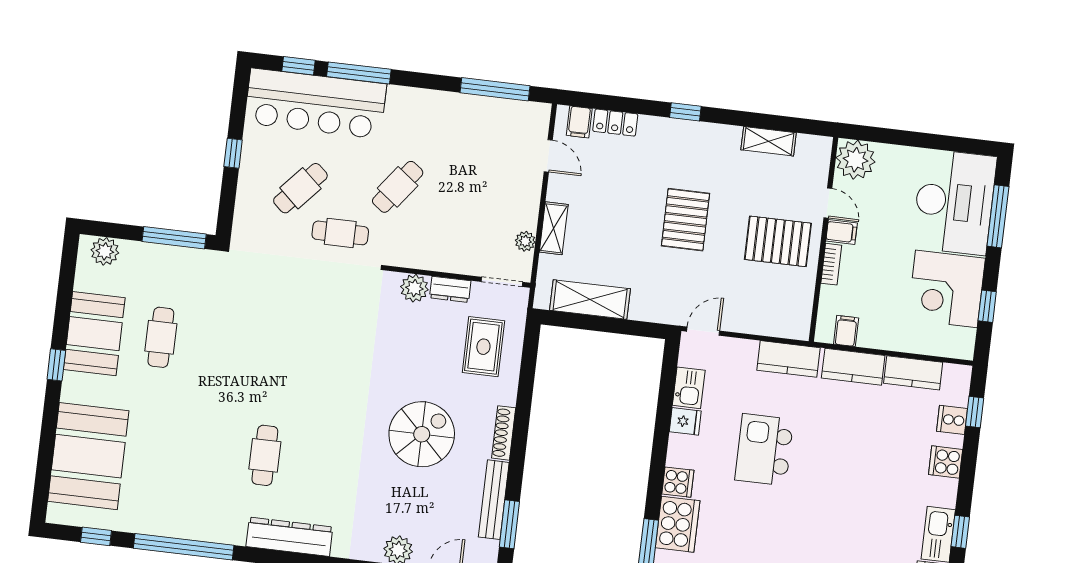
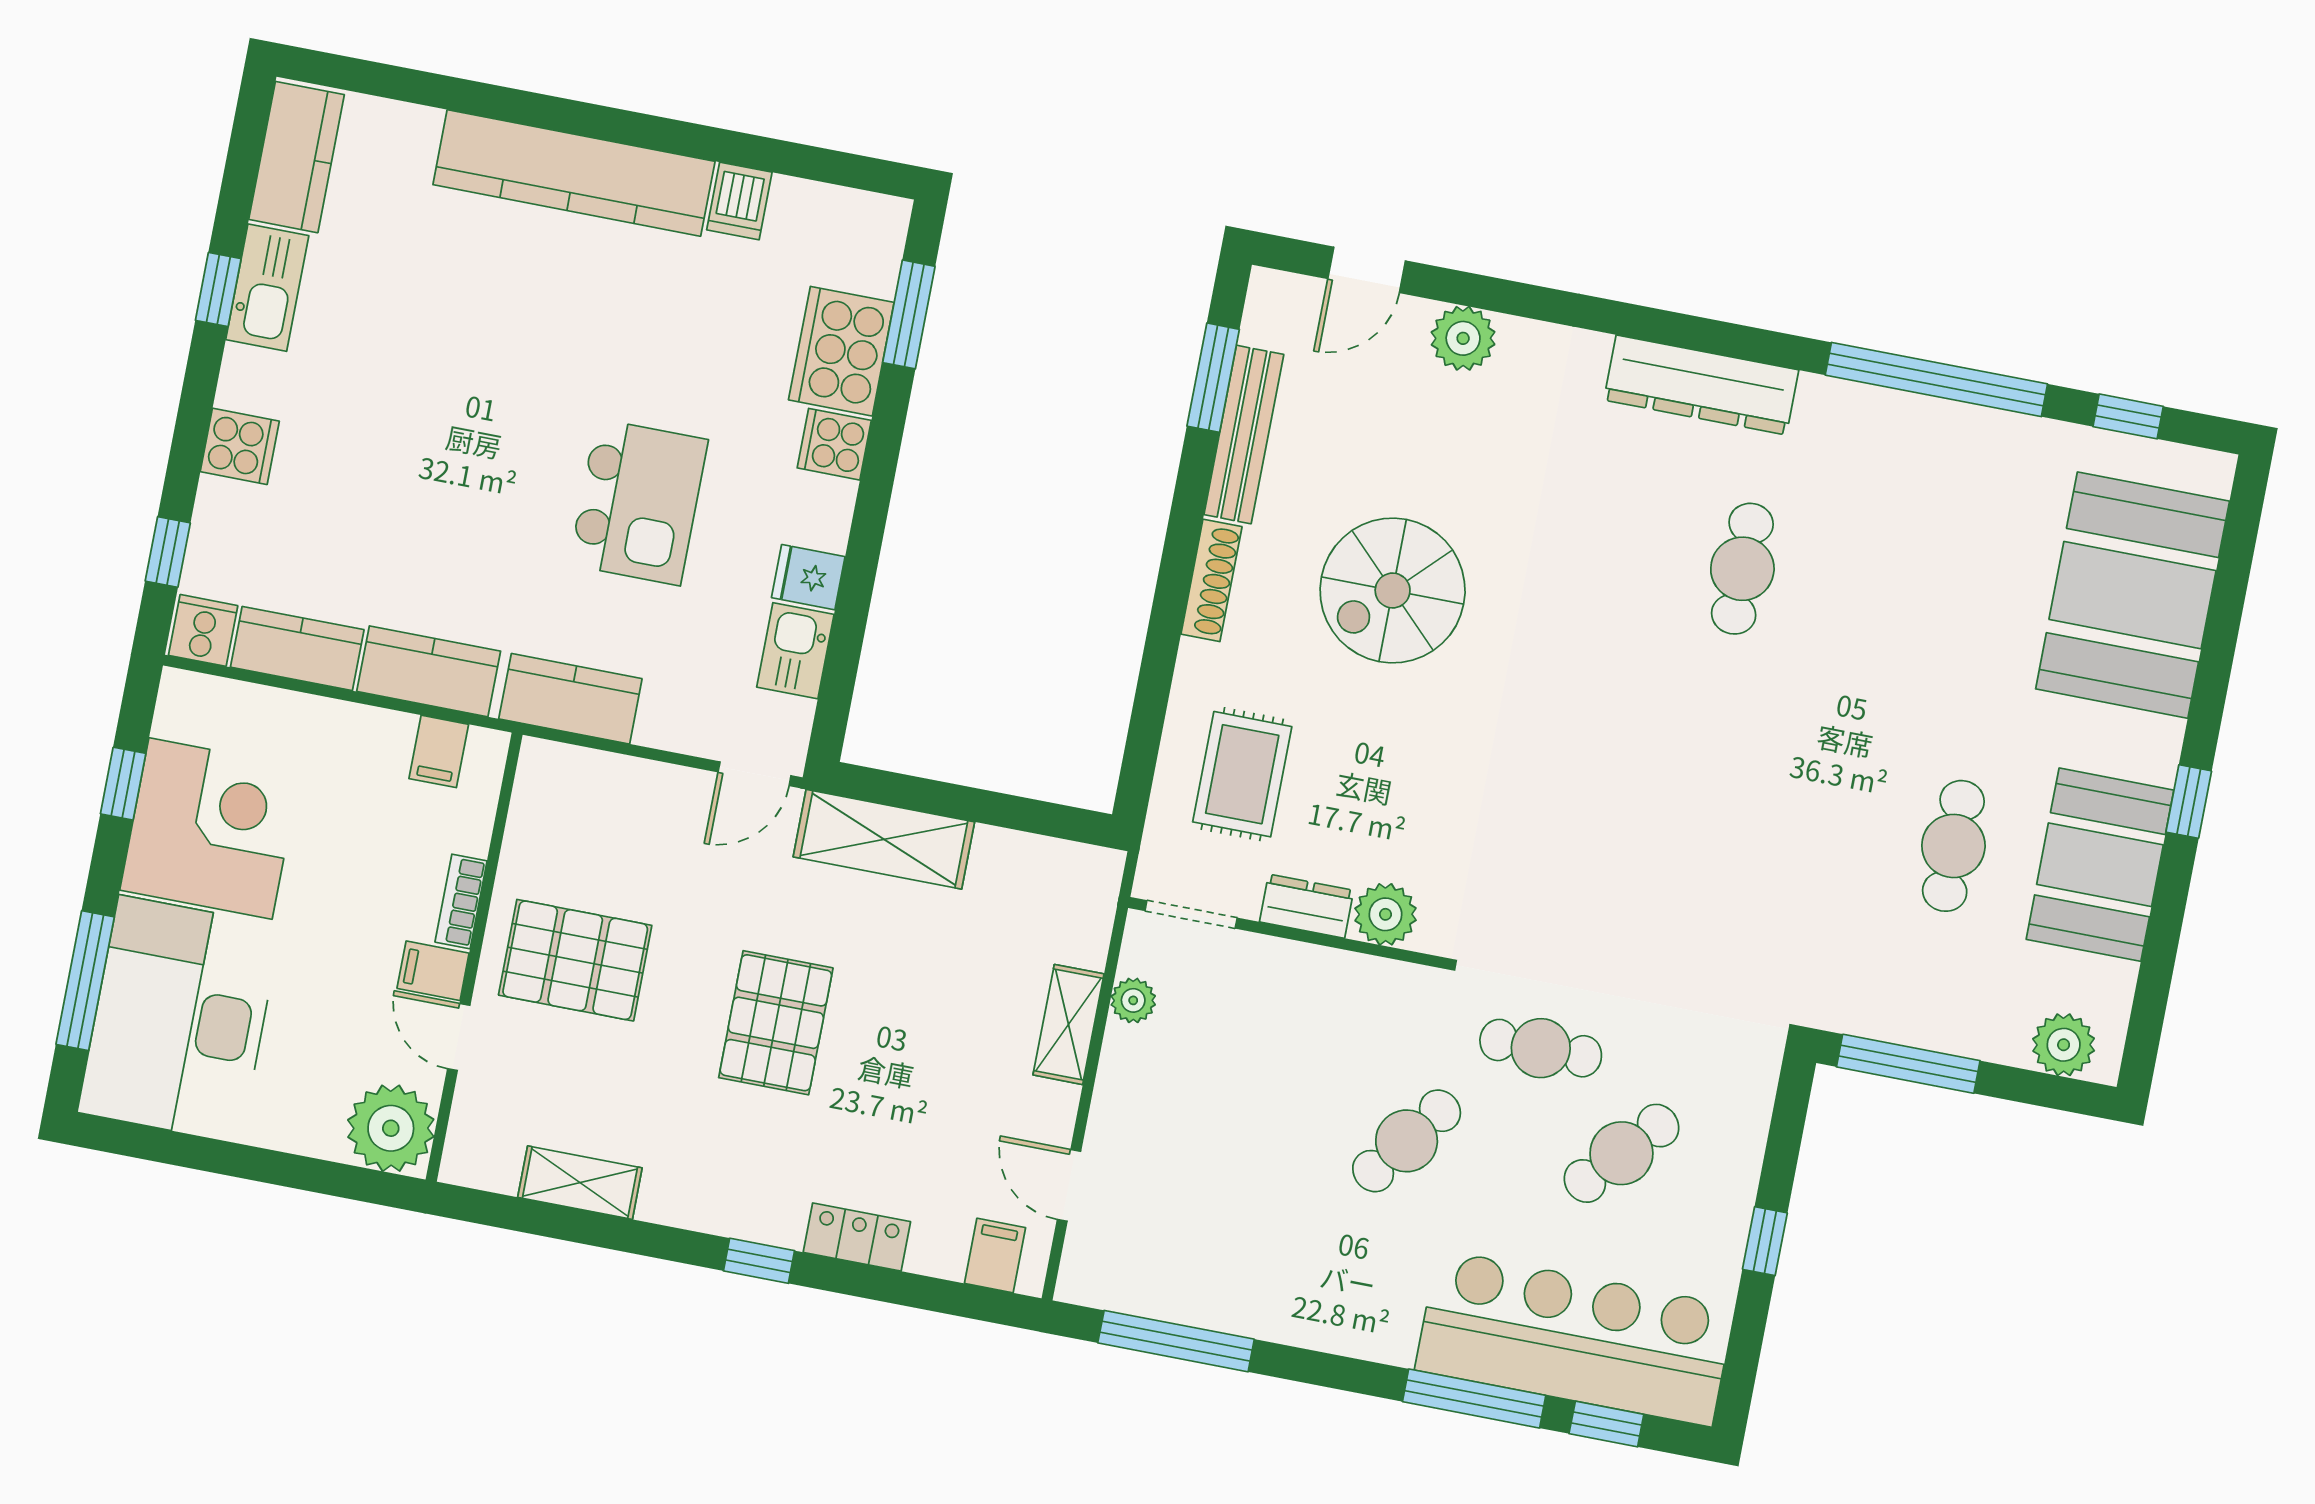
locker: (615, 123) -> (857, 1237), moved
shelving: (590, 299) -> (884, 839), moved
cooker: (952, 420) -> (203, 630), moved, turned -90

